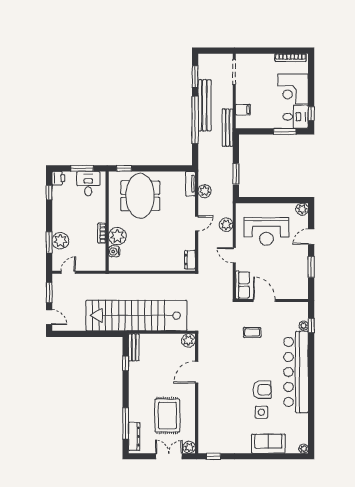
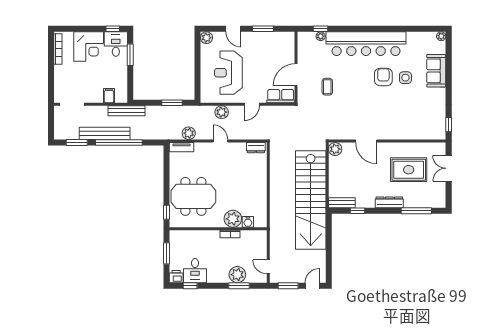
desk: (88, 184) -> (195, 271), moved, turned -90
reception desk: (266, 232) -> (228, 73), turned 180
dresser: (134, 436) -> (389, 202), moved
plant: (189, 447) -> (440, 148), removed

